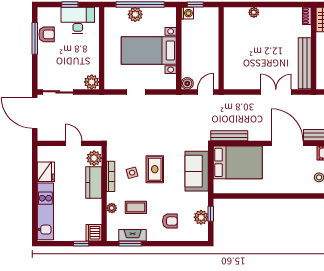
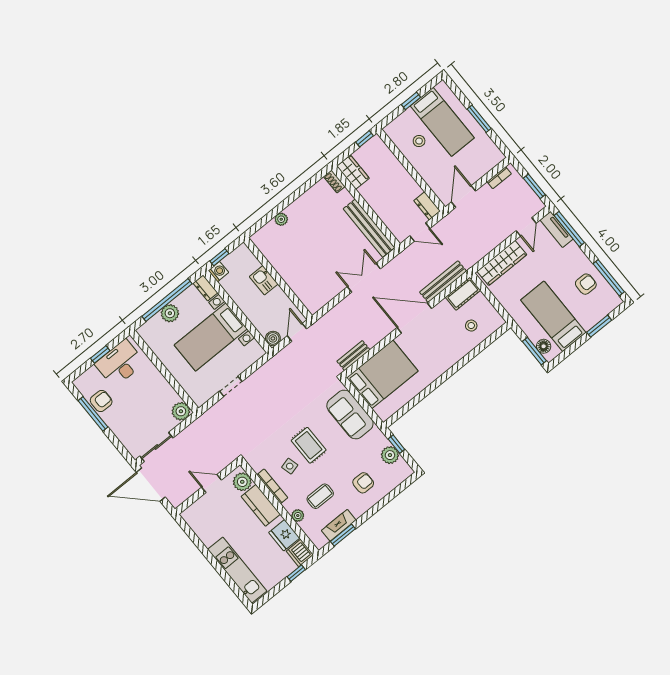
dresser: (171, 17) -> (205, 288), added
kitchen sink: (211, 42) -> (264, 280), added
bench: (229, 136) -> (353, 356), width x0.73
fridge: (46, 172) -> (284, 535), moved, turned 180

